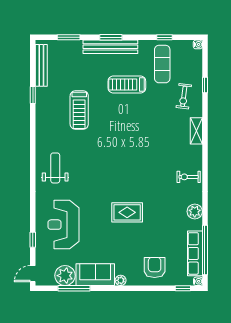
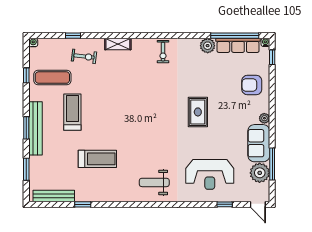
treadmill: (127, 85) -> (72, 112), turned 180
plant: (195, 212) -> (208, 46), moved

